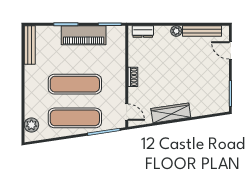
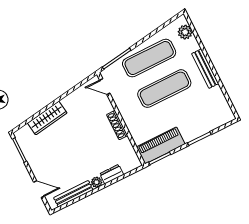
dresser: (143, 32) -> (112, 174), moved
piano: (84, 35) -> (161, 145), moved
bench: (30, 45) -> (205, 69), moved
shoe rack: (133, 77) -> (117, 125), width x1.43
wardrobe: (171, 113) -> (47, 118), moved

